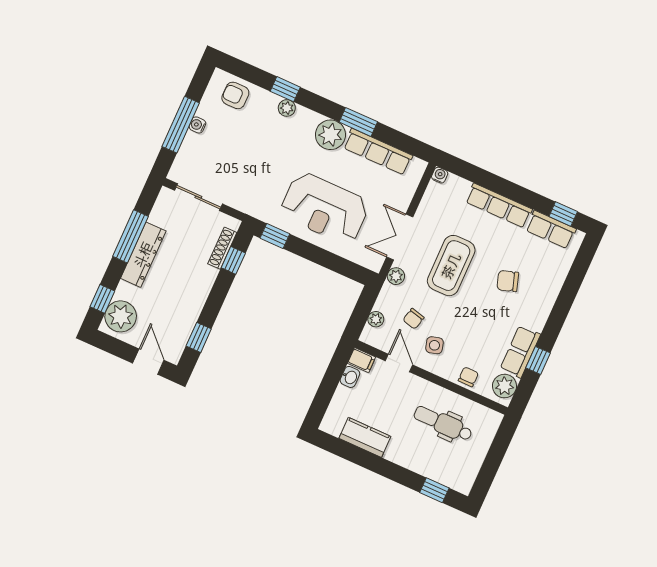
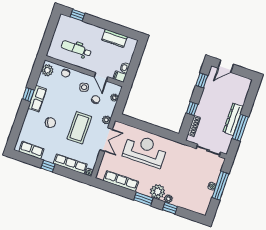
armchair: (235, 95) -> (194, 203), removed
window: (358, 122) -> (143, 199), moved
plant: (330, 135) -> (158, 192), moved
row of seats: (499, 206) -> (70, 164), moved
window: (563, 214) -> (48, 166), moved
window: (275, 236) -> (168, 134), removed
window: (233, 260) -> (192, 109), moved
window: (102, 299) -> (251, 95), removed
plant: (121, 316) -> (242, 87), removed
row of seats: (520, 352) -> (37, 99), moved
window: (538, 360) -> (28, 95), moved
door: (148, 362) -> (226, 66), hinge flipped
dental chair: (443, 424) -> (76, 49), turned 180

